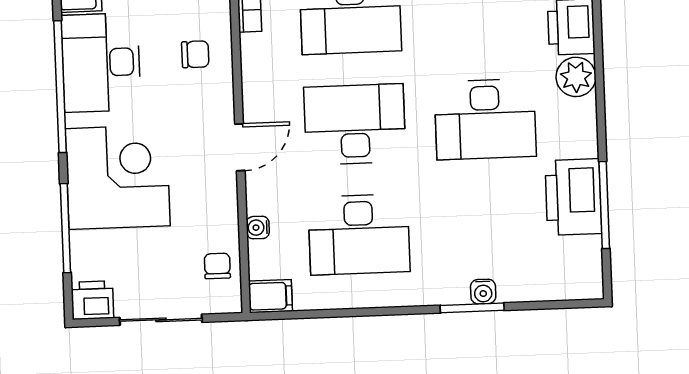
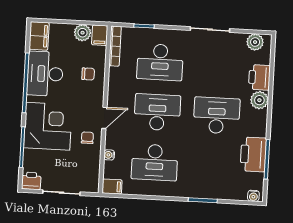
desk: (485, 119) -> (217, 115), turned 180
chair: (217, 266) -> (87, 138), moved
water cooler: (483, 292) -> (253, 196), moved

